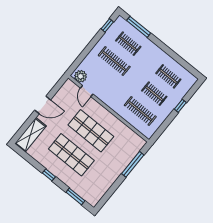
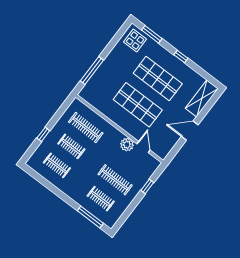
window: (107, 25) -> (147, 186), moved
plant: (81, 76) -> (127, 145), moved
display table: (91, 191) -> (135, 41), added

